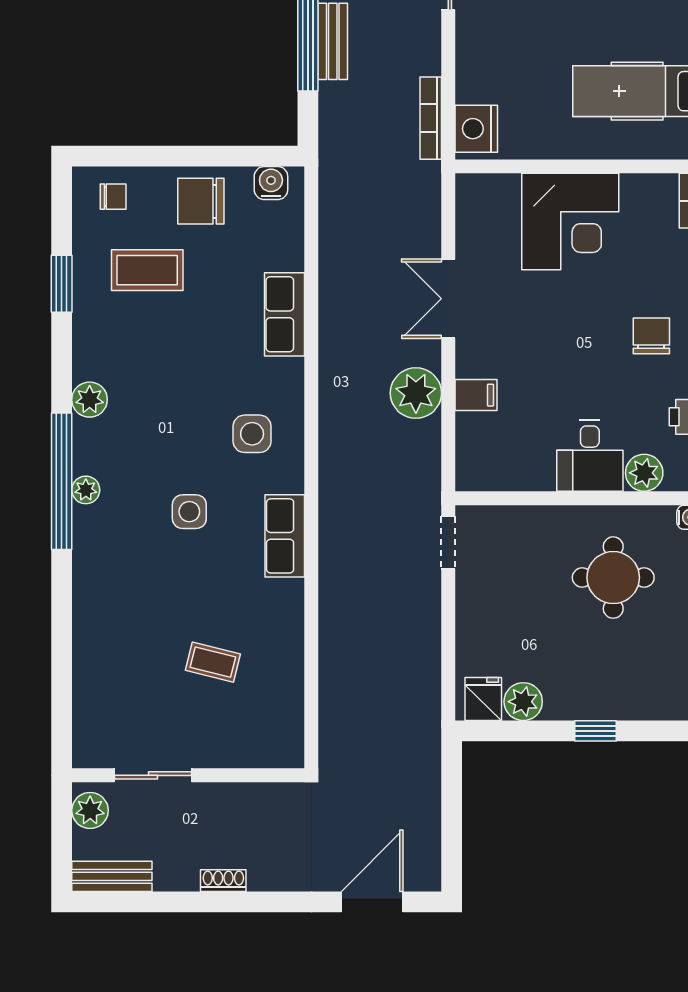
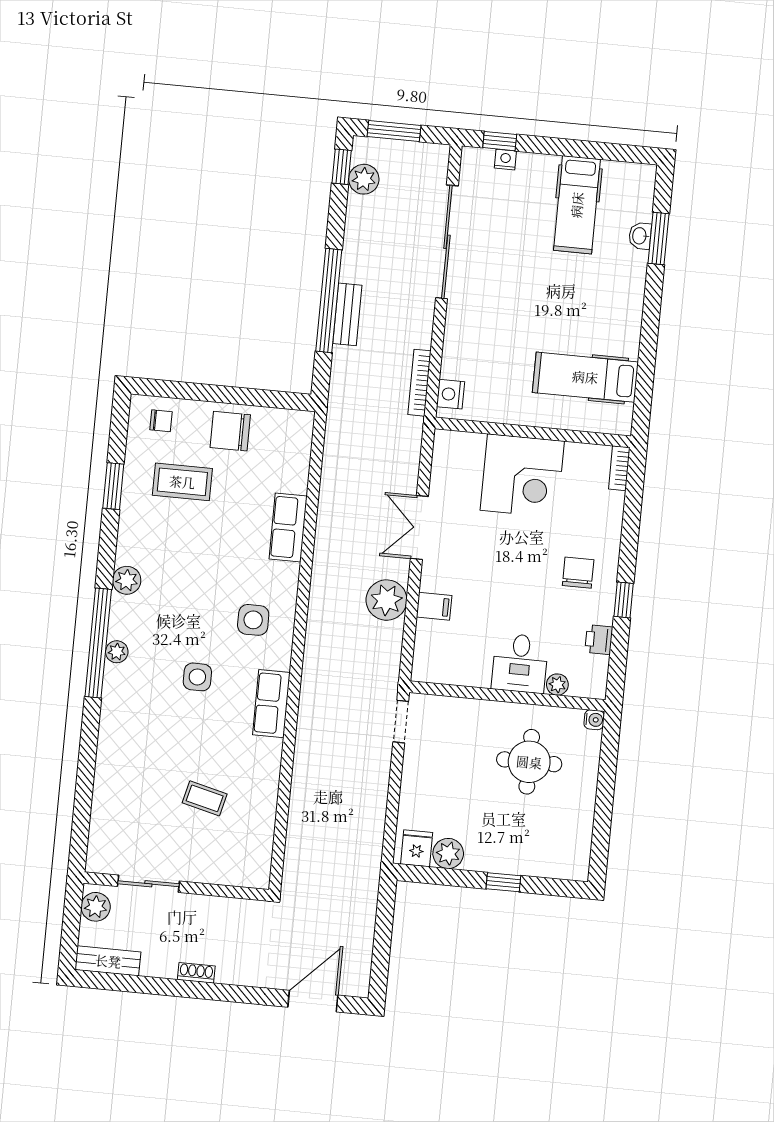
nightstand: (476, 129) -> (451, 394), width x0.74, depth x0.75
water cooler: (271, 183) -> (287, 422), removed
plant: (644, 473) -> (557, 685), width x0.73, depth x0.73

